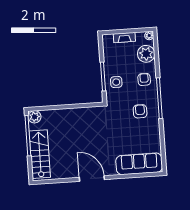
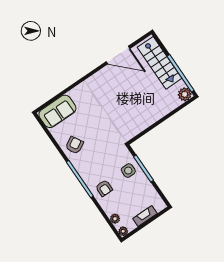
plant: (146, 54) -> (115, 219), width x0.53, depth x0.53
armchair: (140, 111) -> (74, 145), moved, turned -120
sofa: (139, 164) -> (57, 111), width x0.73
door: (92, 179) -> (118, 55), moved

